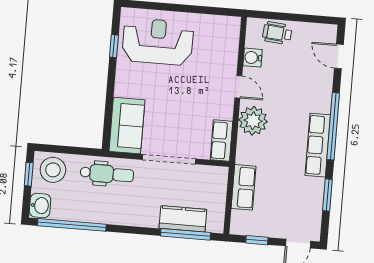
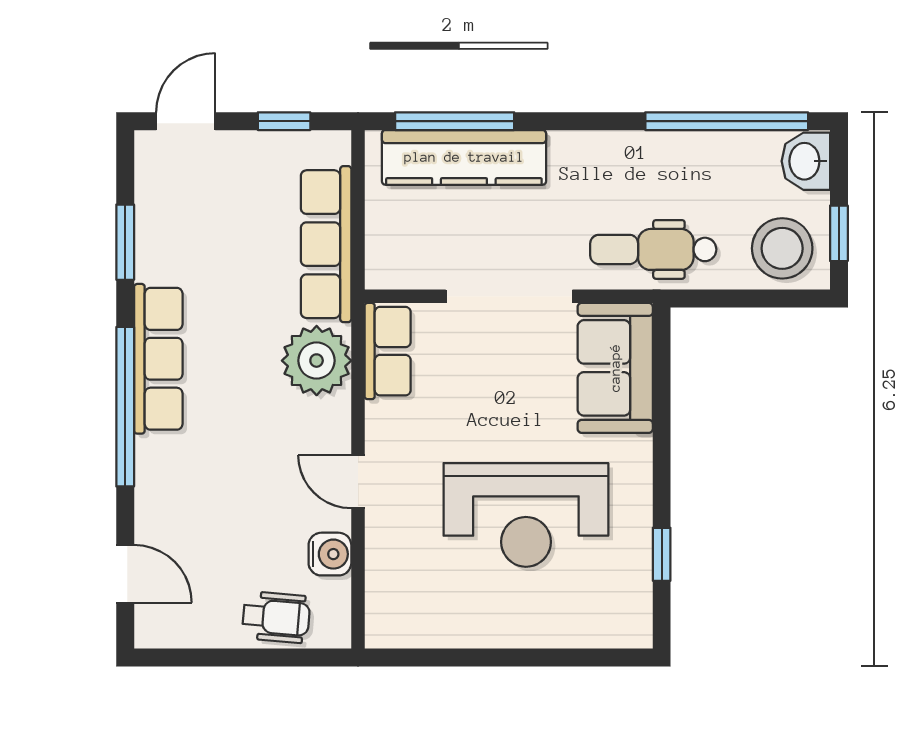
reception desk: (158, 42) -> (526, 515), moved
plant: (253, 121) -> (317, 361), moved
row of seats: (244, 187) -> (326, 244), width x1.48
kitchen counter: (183, 219) -> (464, 157), width x1.50

